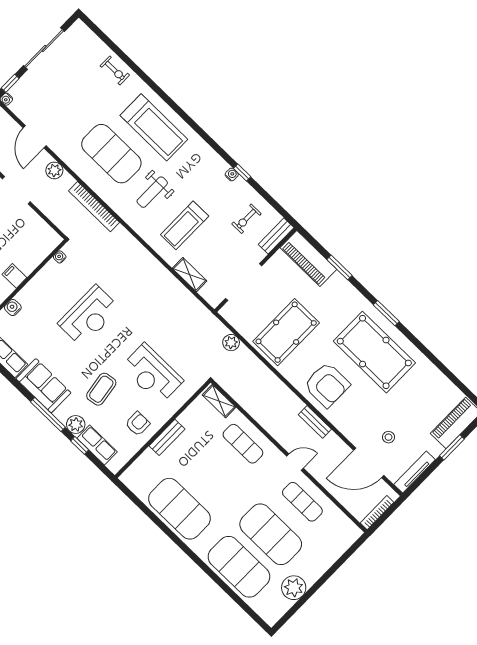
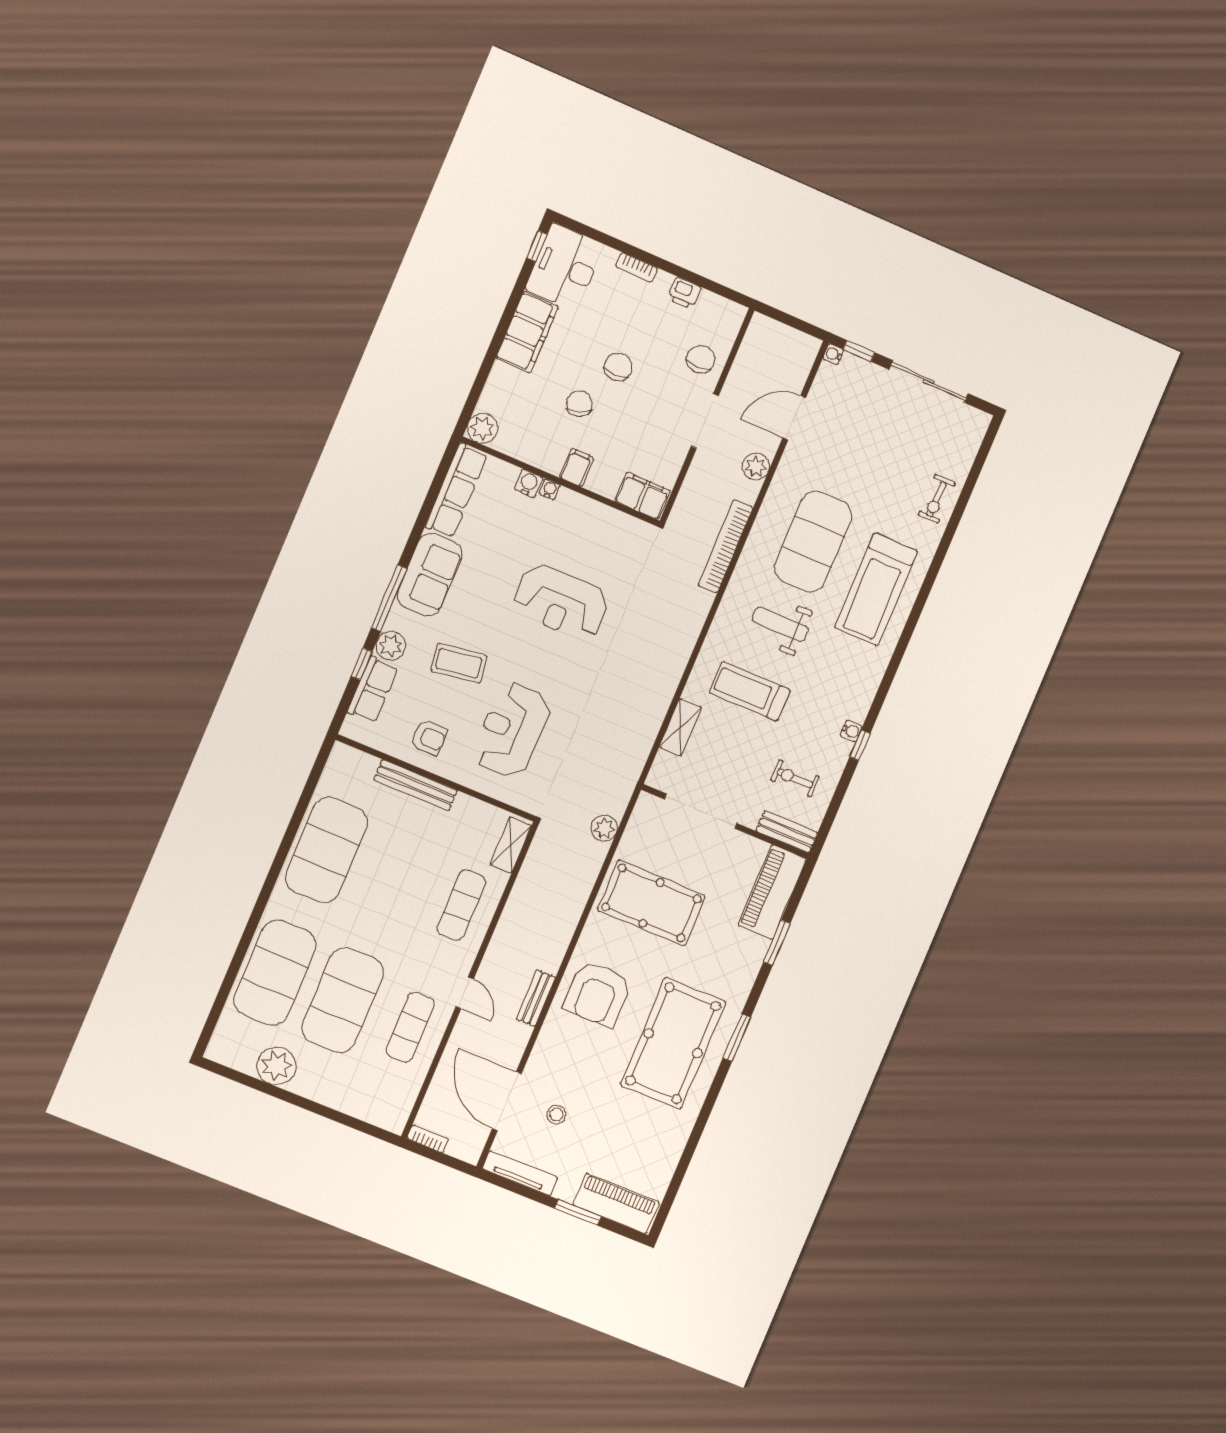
filing cabinet: (46, 244) -> (643, 496), added
water cooler: (60, 257) -> (550, 489), moved
bench: (167, 437) -> (416, 785), width x1.36
bookcase: (377, 513) -> (428, 1139), width x0.64

